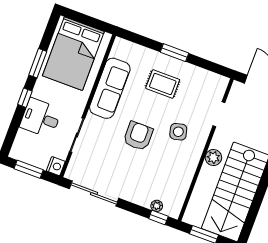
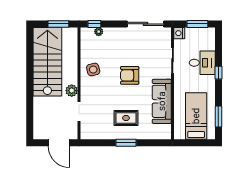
bed: (73, 54) -> (196, 116), width x0.67
window: (38, 63) -> (218, 116), moved
side table: (178, 132) -> (93, 70), moved
armchair: (138, 136) -> (130, 75), turned 90
plant: (213, 158) -> (72, 91), moved

